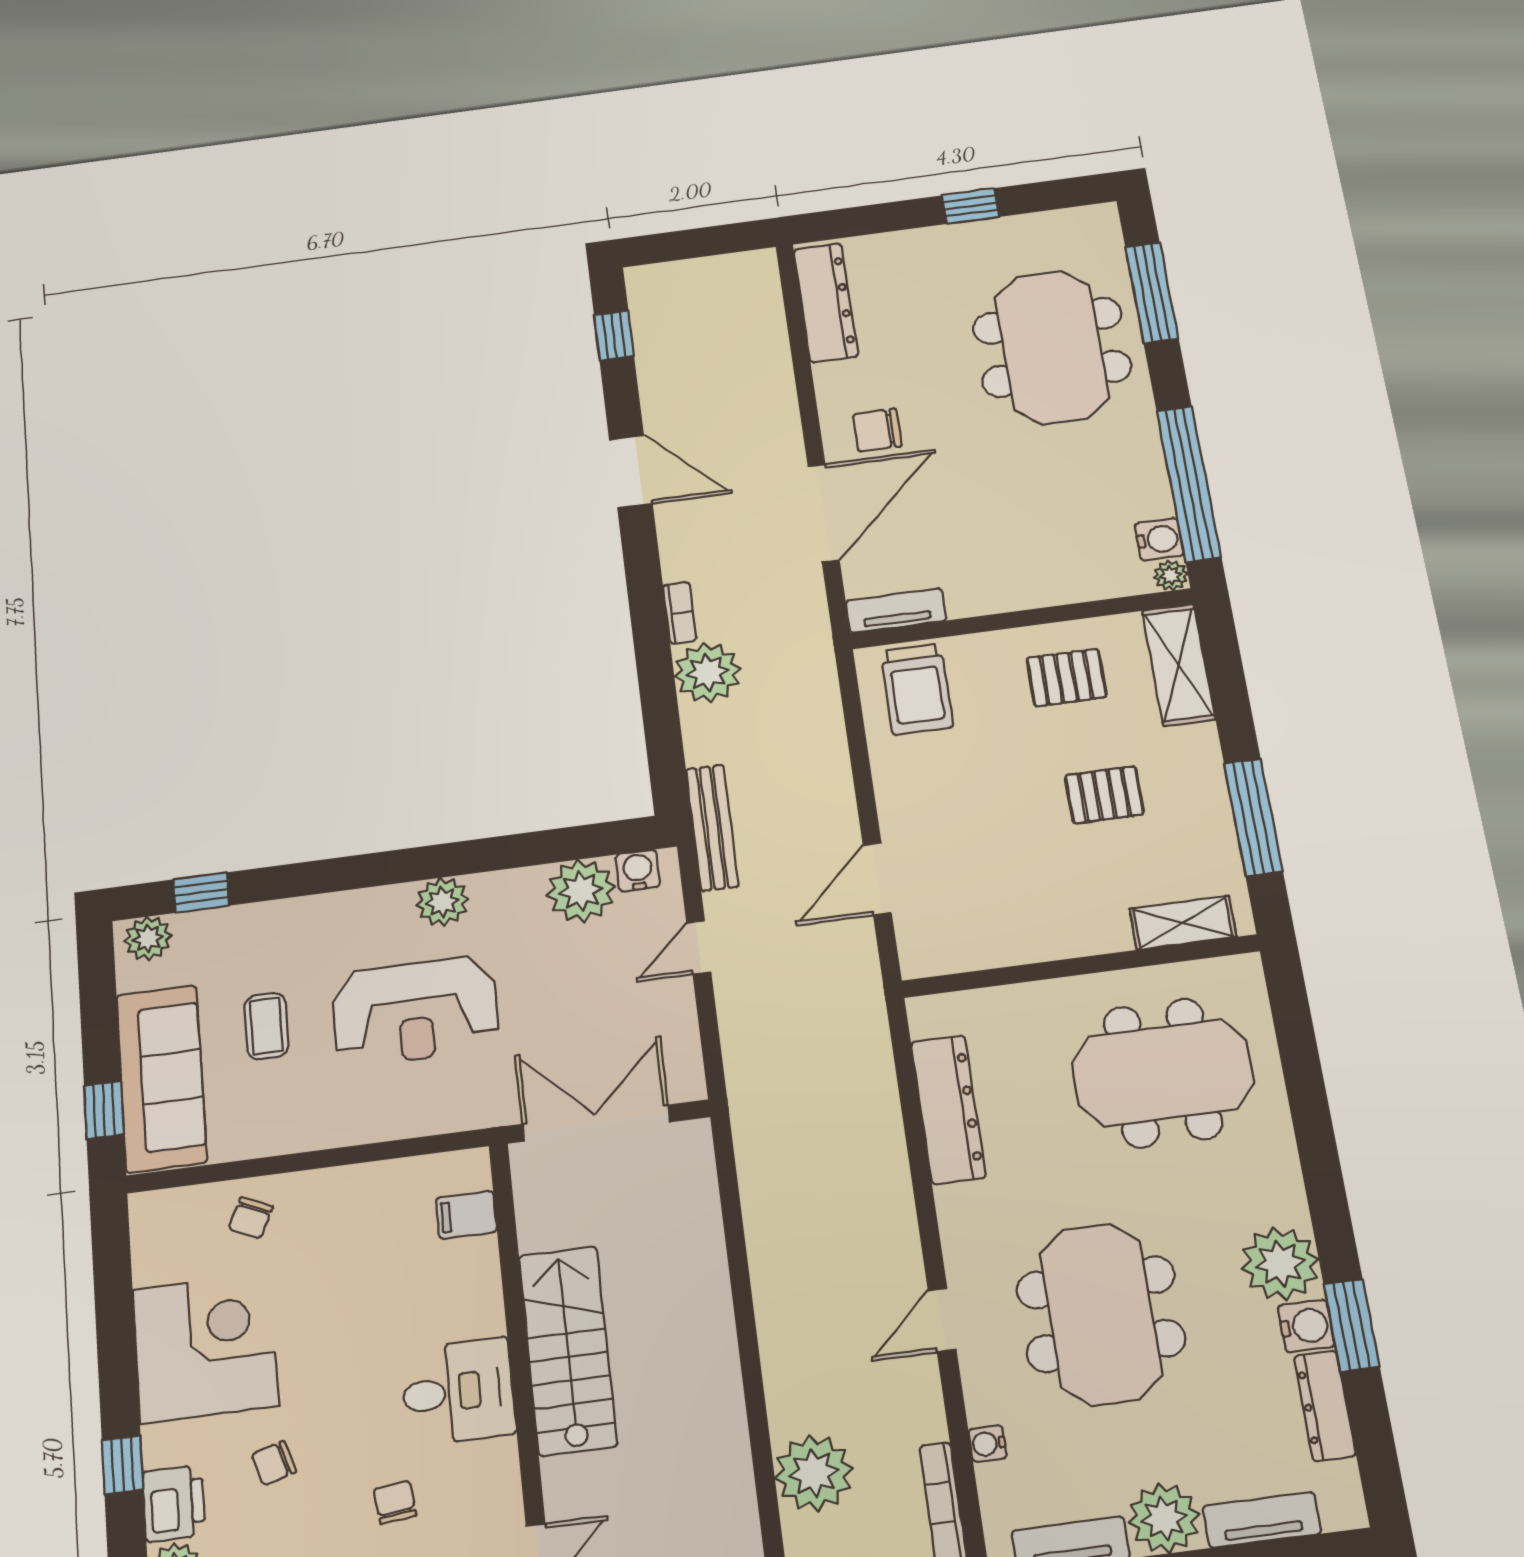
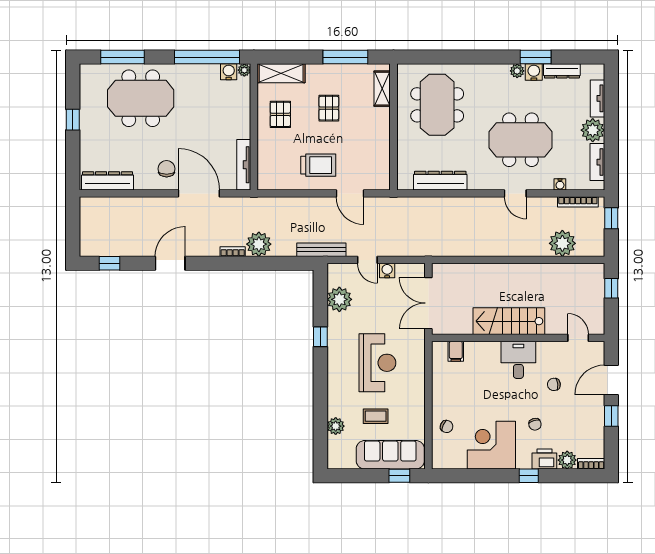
chair: (877, 430) -> (167, 169), turned 180
tv unit: (896, 611) -> (244, 165), width x1.41
trolley: (917, 689) -> (318, 165), moved
water cooler: (638, 871) -> (387, 271), moved, turned 90
window: (201, 893) -> (320, 337), moved
plant: (442, 902) -> (337, 349), removed
plant: (148, 938) -> (336, 426), moved
plant: (1280, 1264) -> (517, 71), width x0.53, depth x0.53

